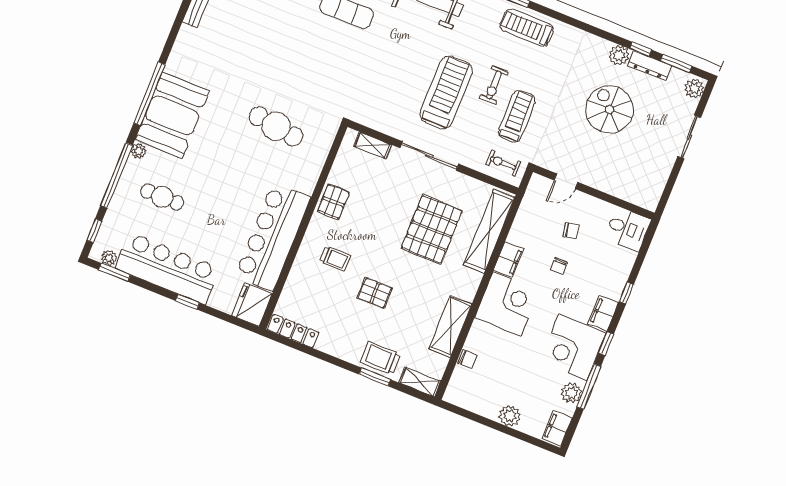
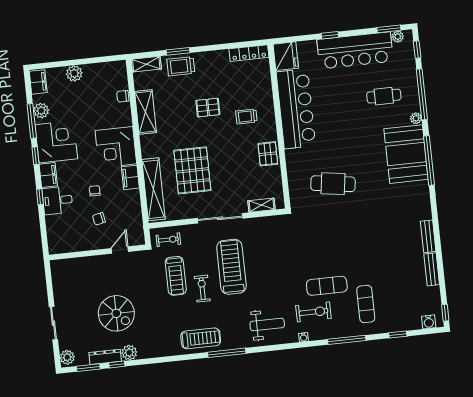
treadmill: (446, 92) -> (231, 267), turned 180
desk: (628, 229) -> (58, 200), moved
trolley: (381, 358) -> (181, 66), turned 180

